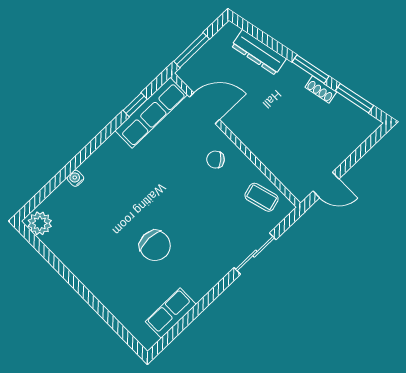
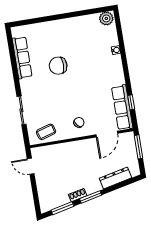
door: (326, 185) -> (31, 166), hinge flipped
row of seats: (171, 313) -> (22, 58), width x1.48

